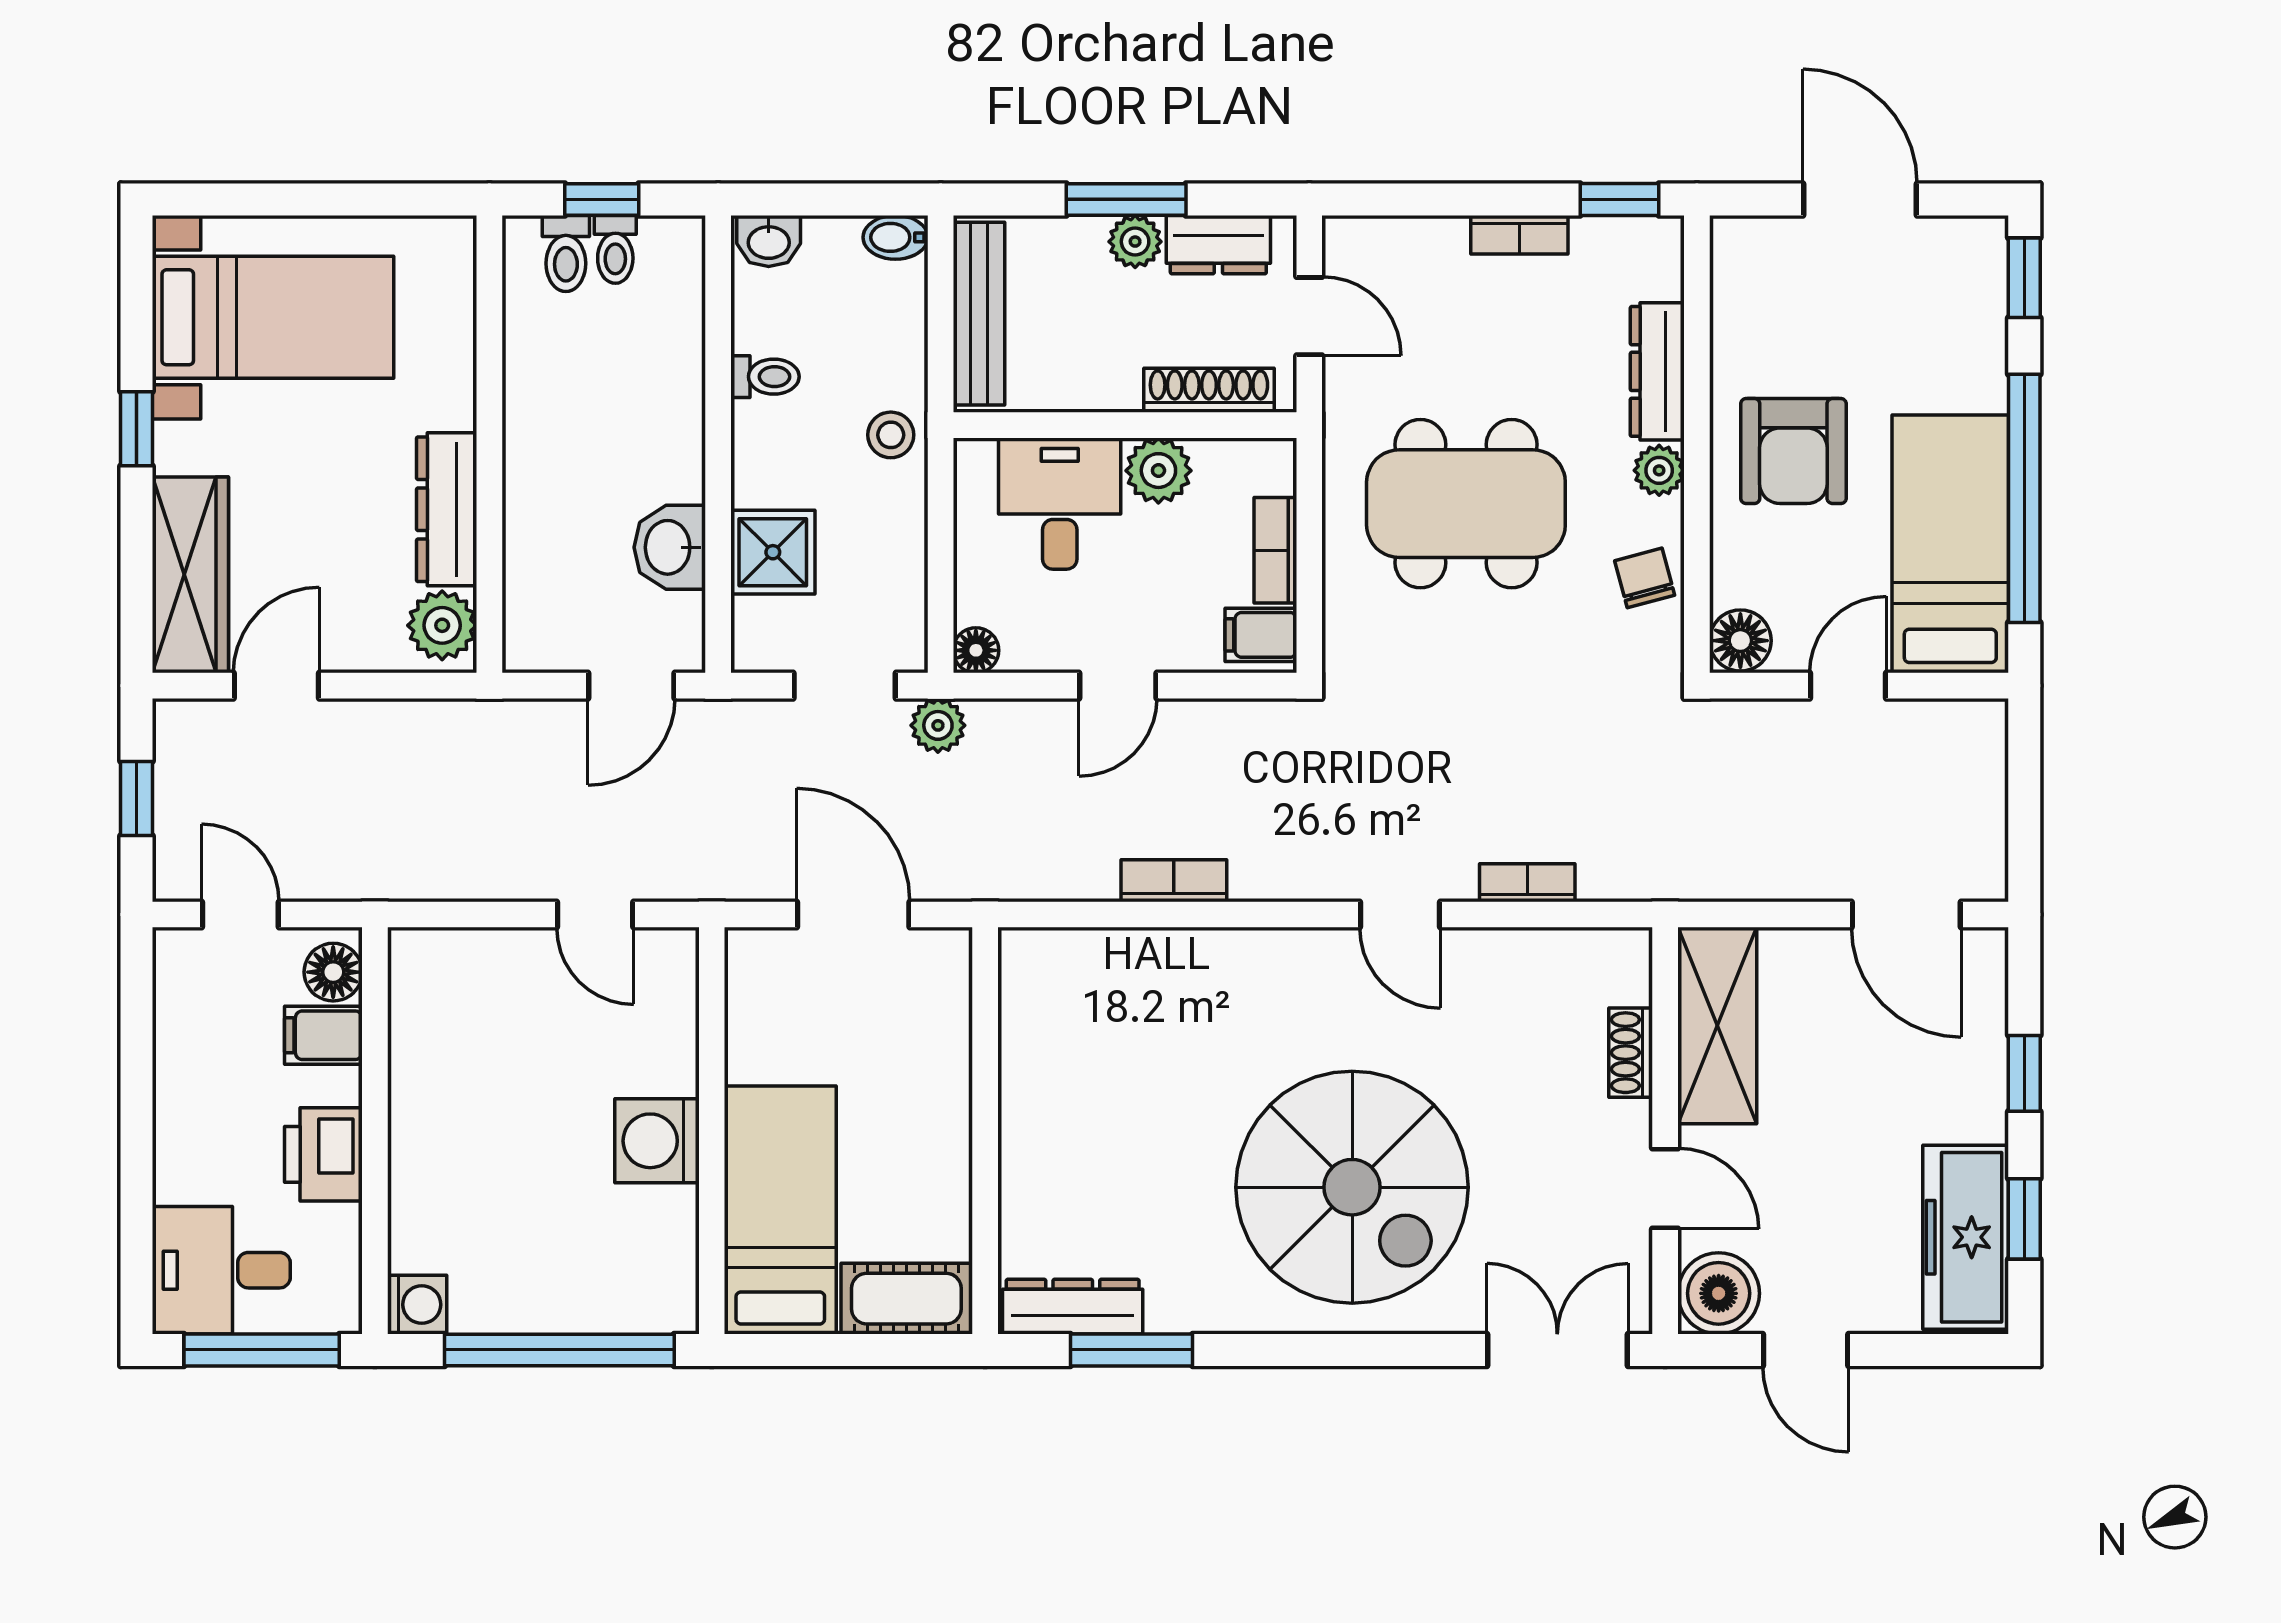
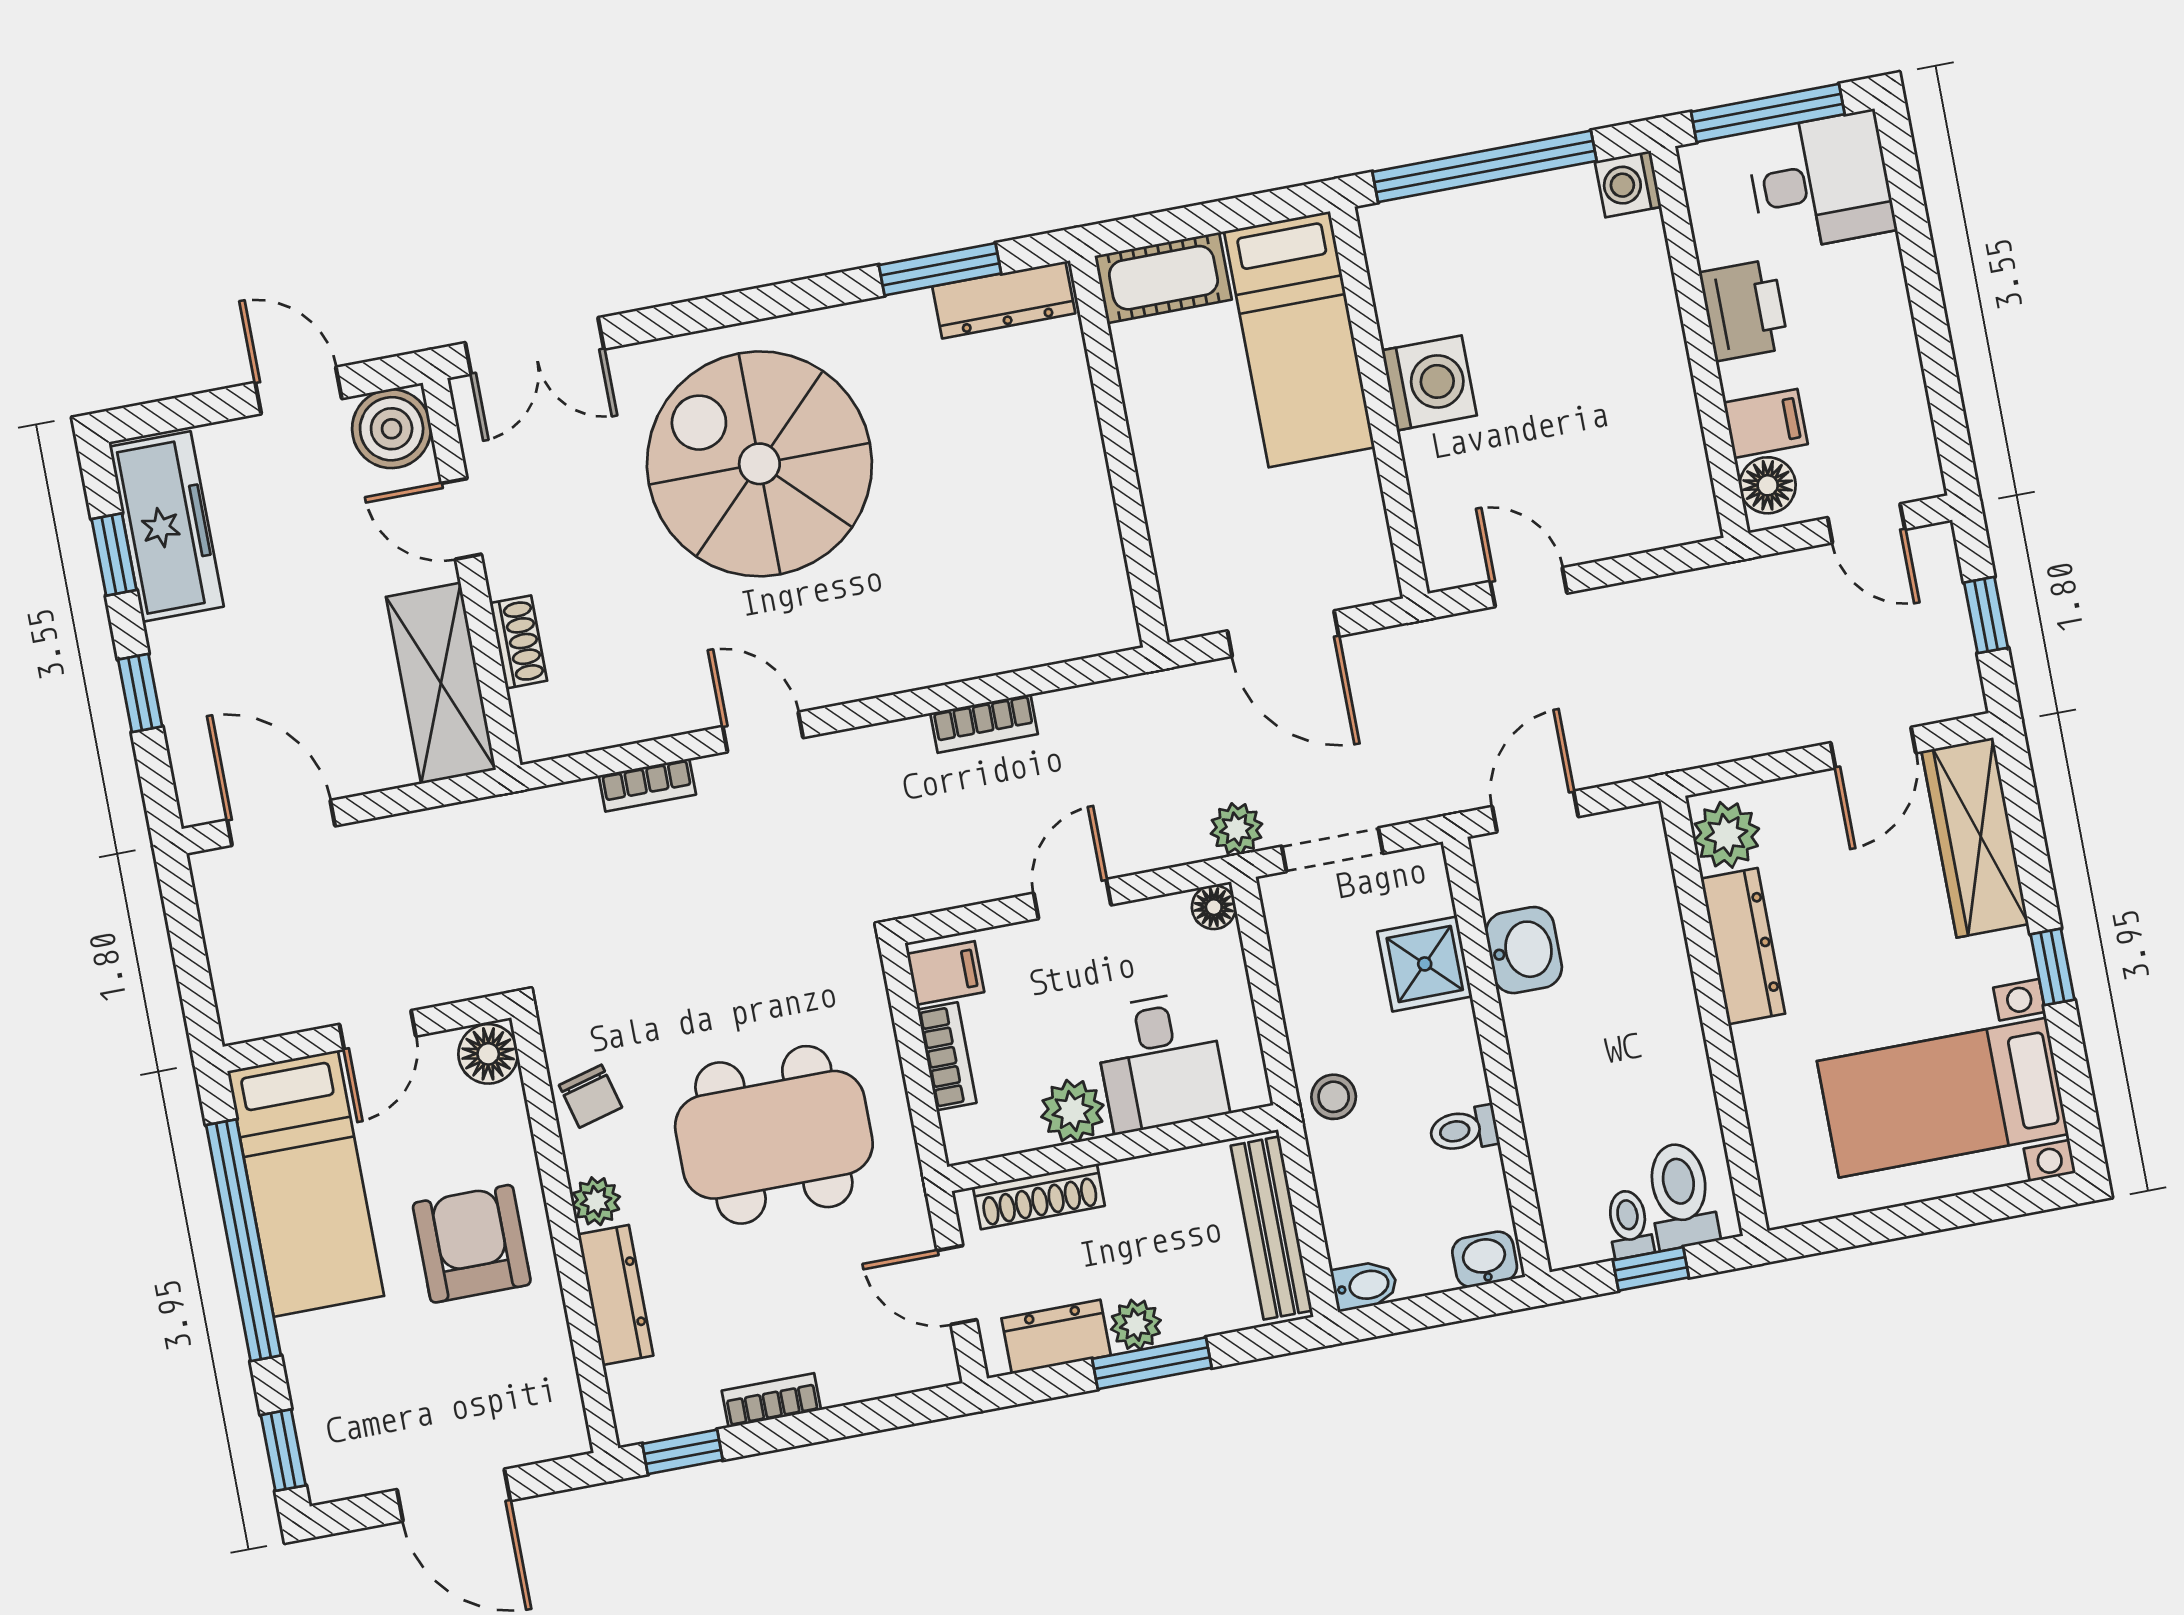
toilet: (566, 254) -> (1681, 1195), width x1.37, depth x1.39

